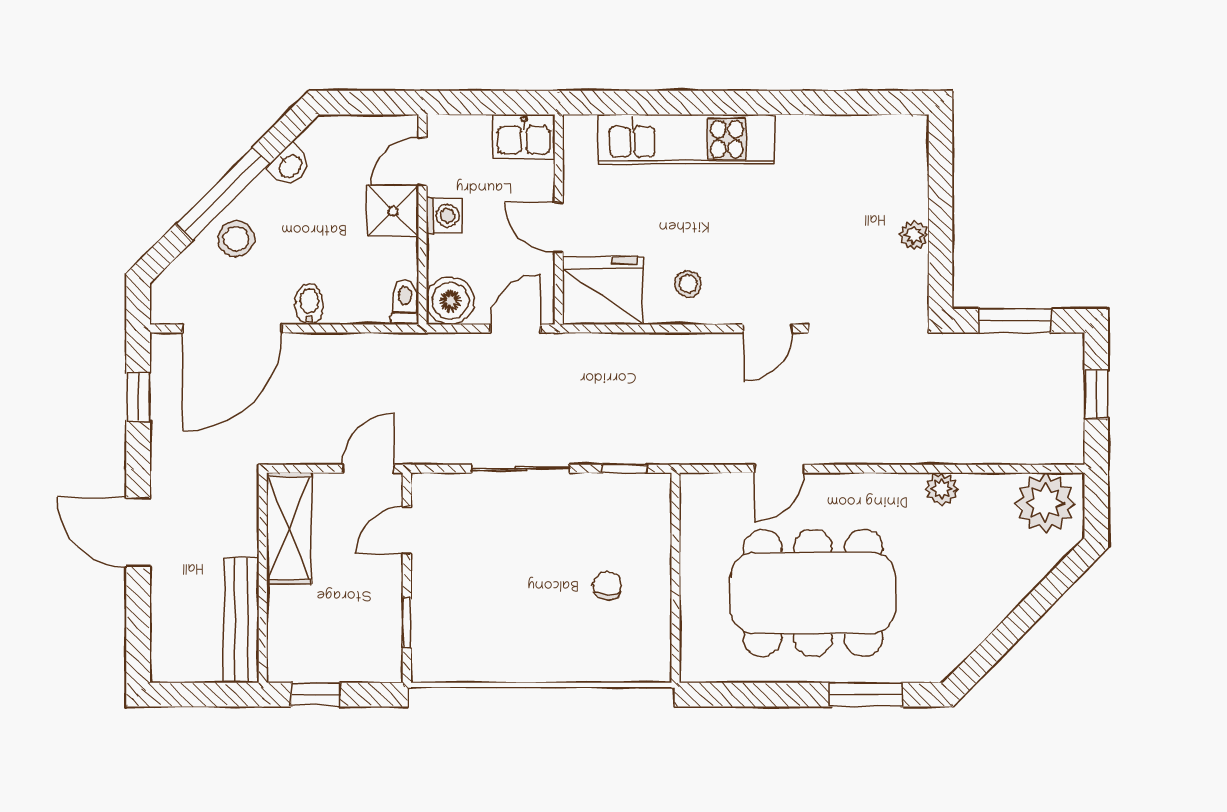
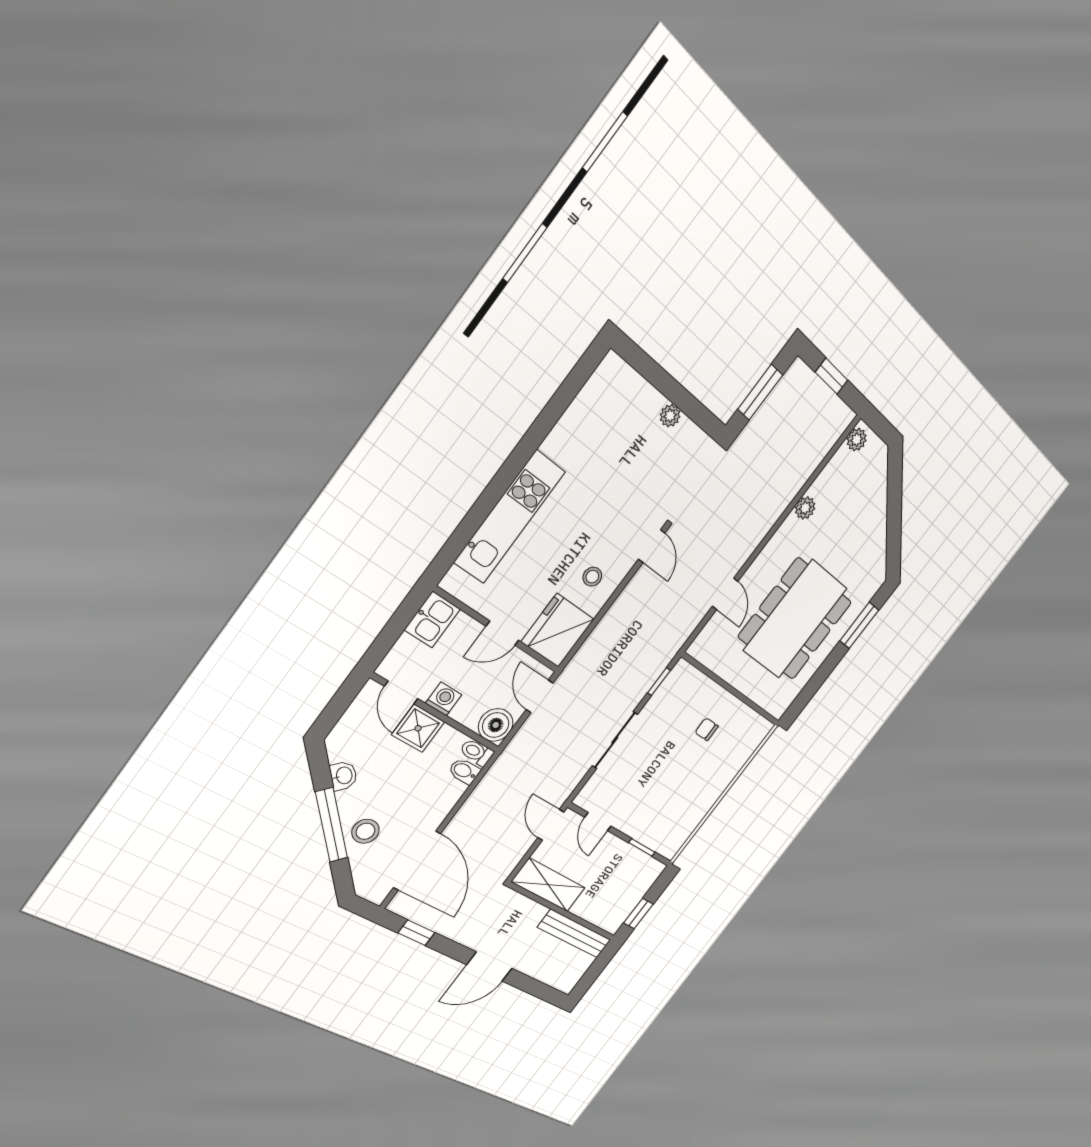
bidet: (309, 304) -> (464, 771), moved
plant: (1045, 503) -> (857, 440), width x0.53, depth x0.53

